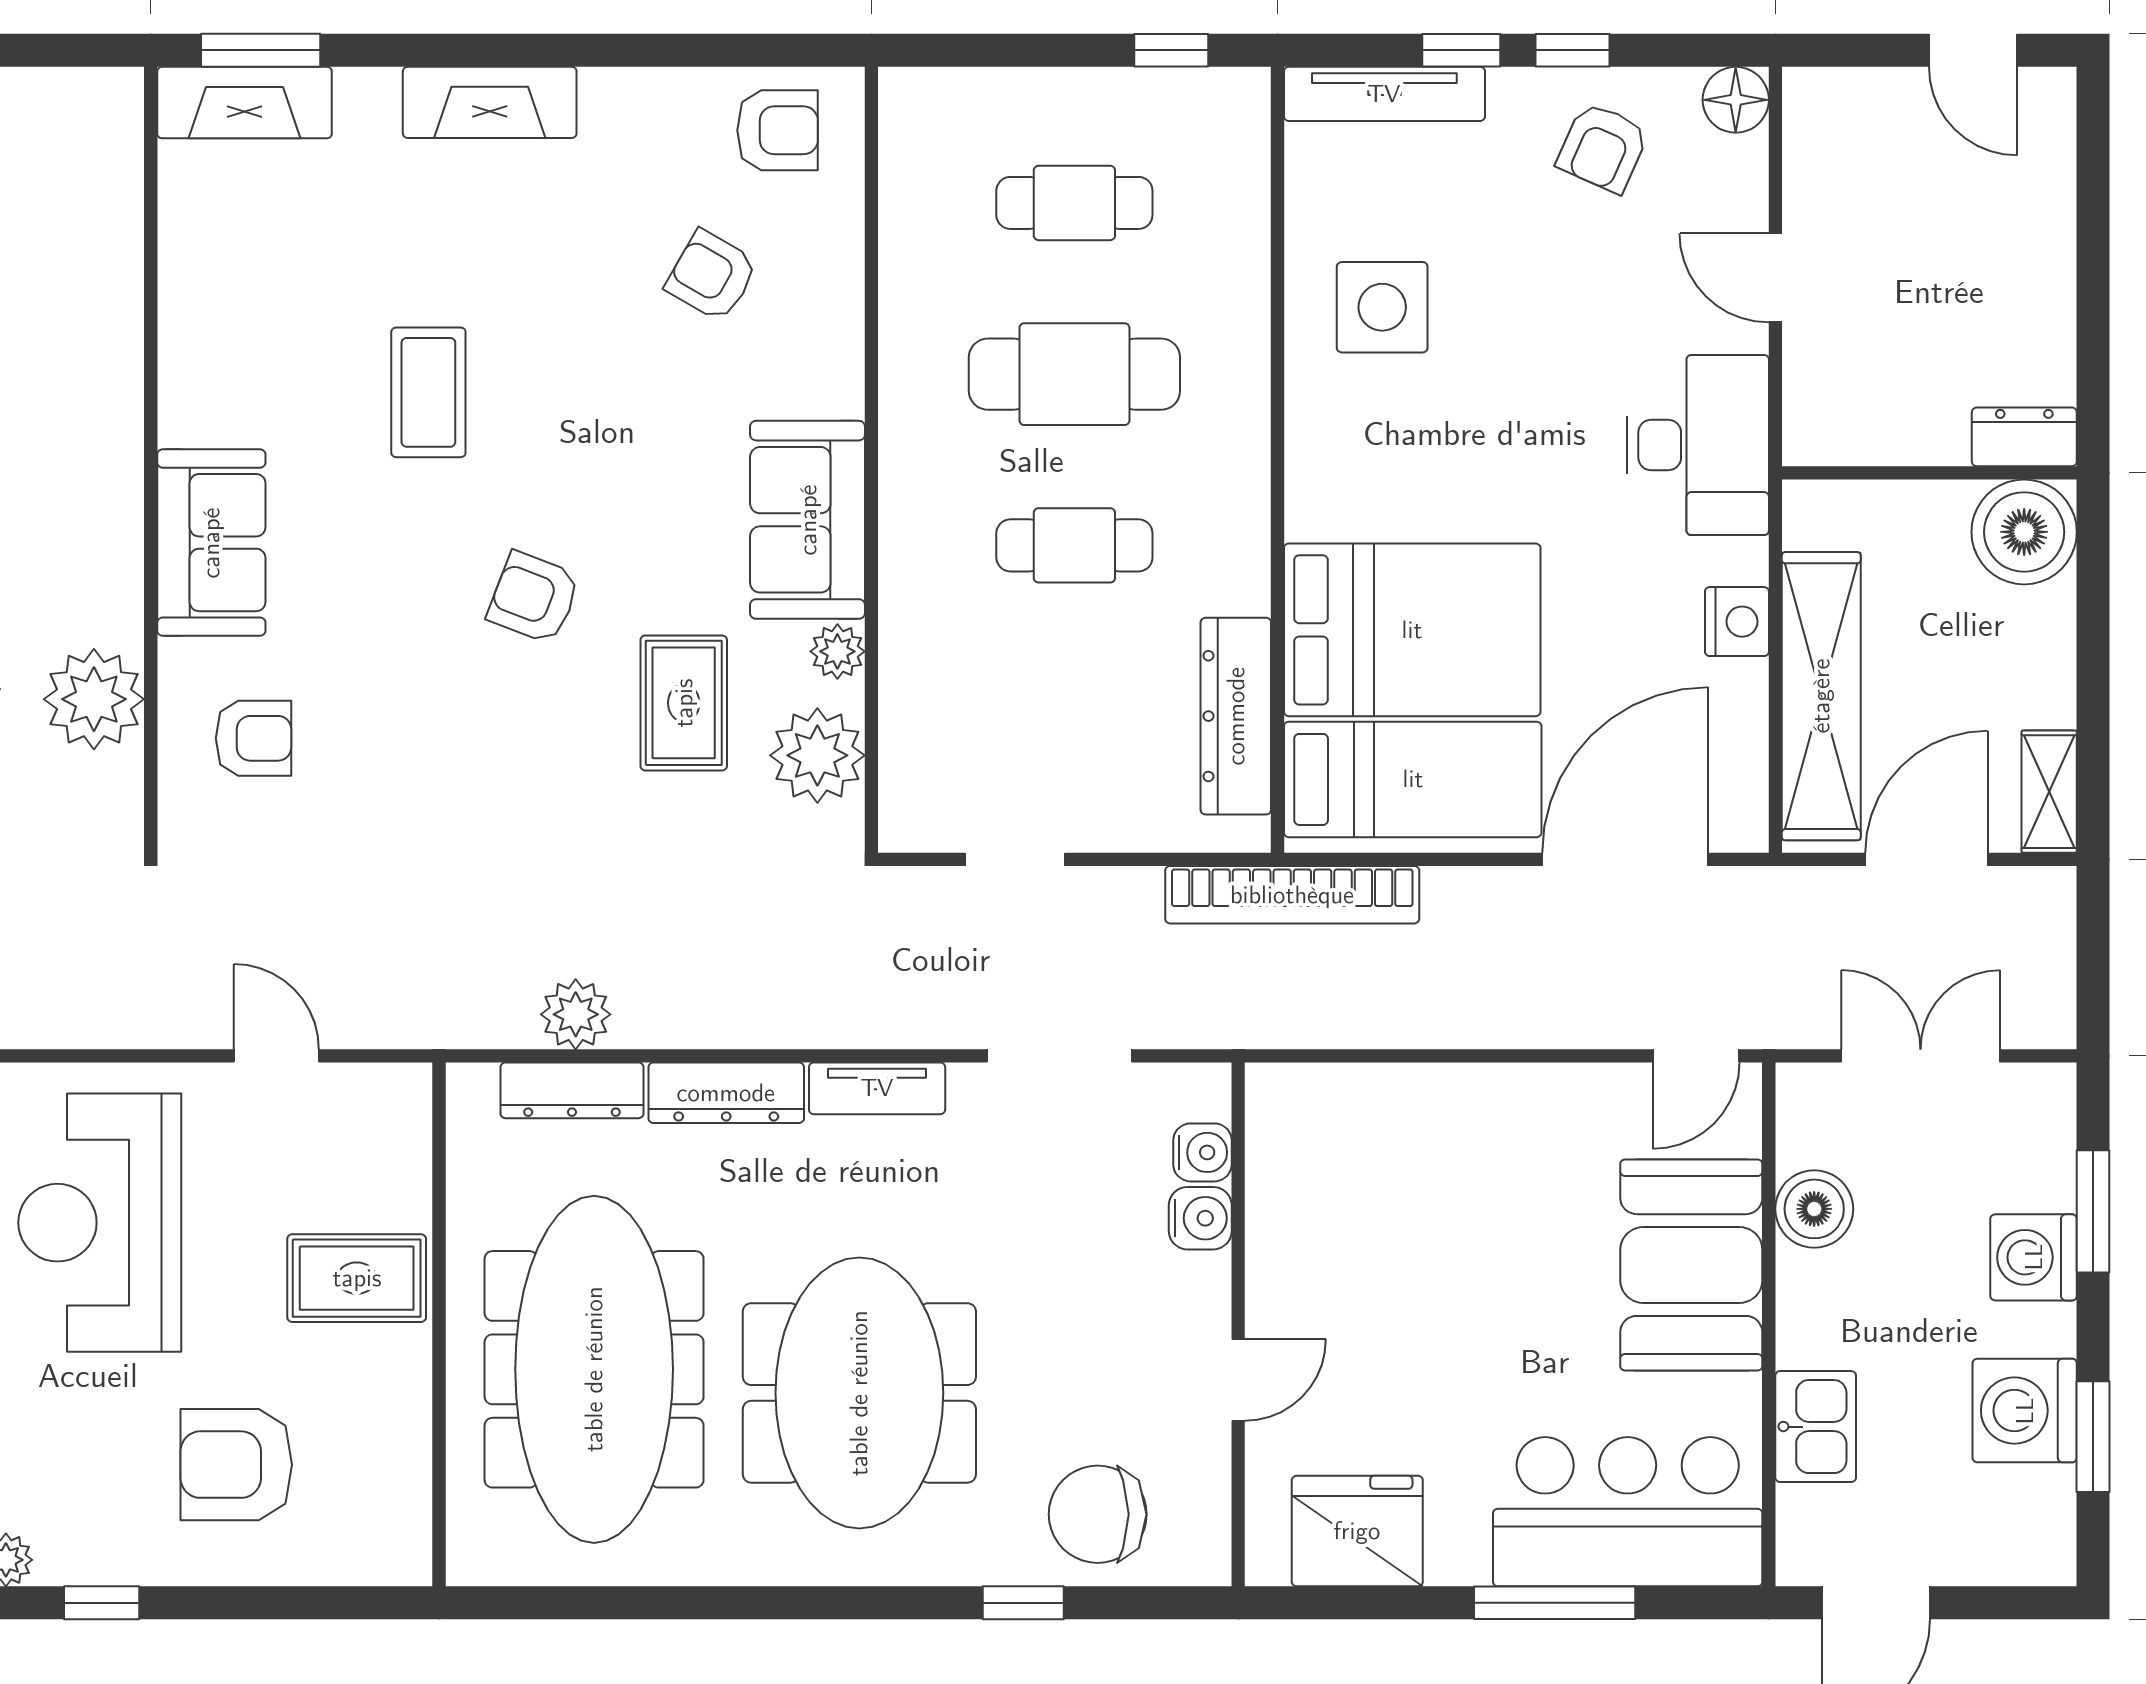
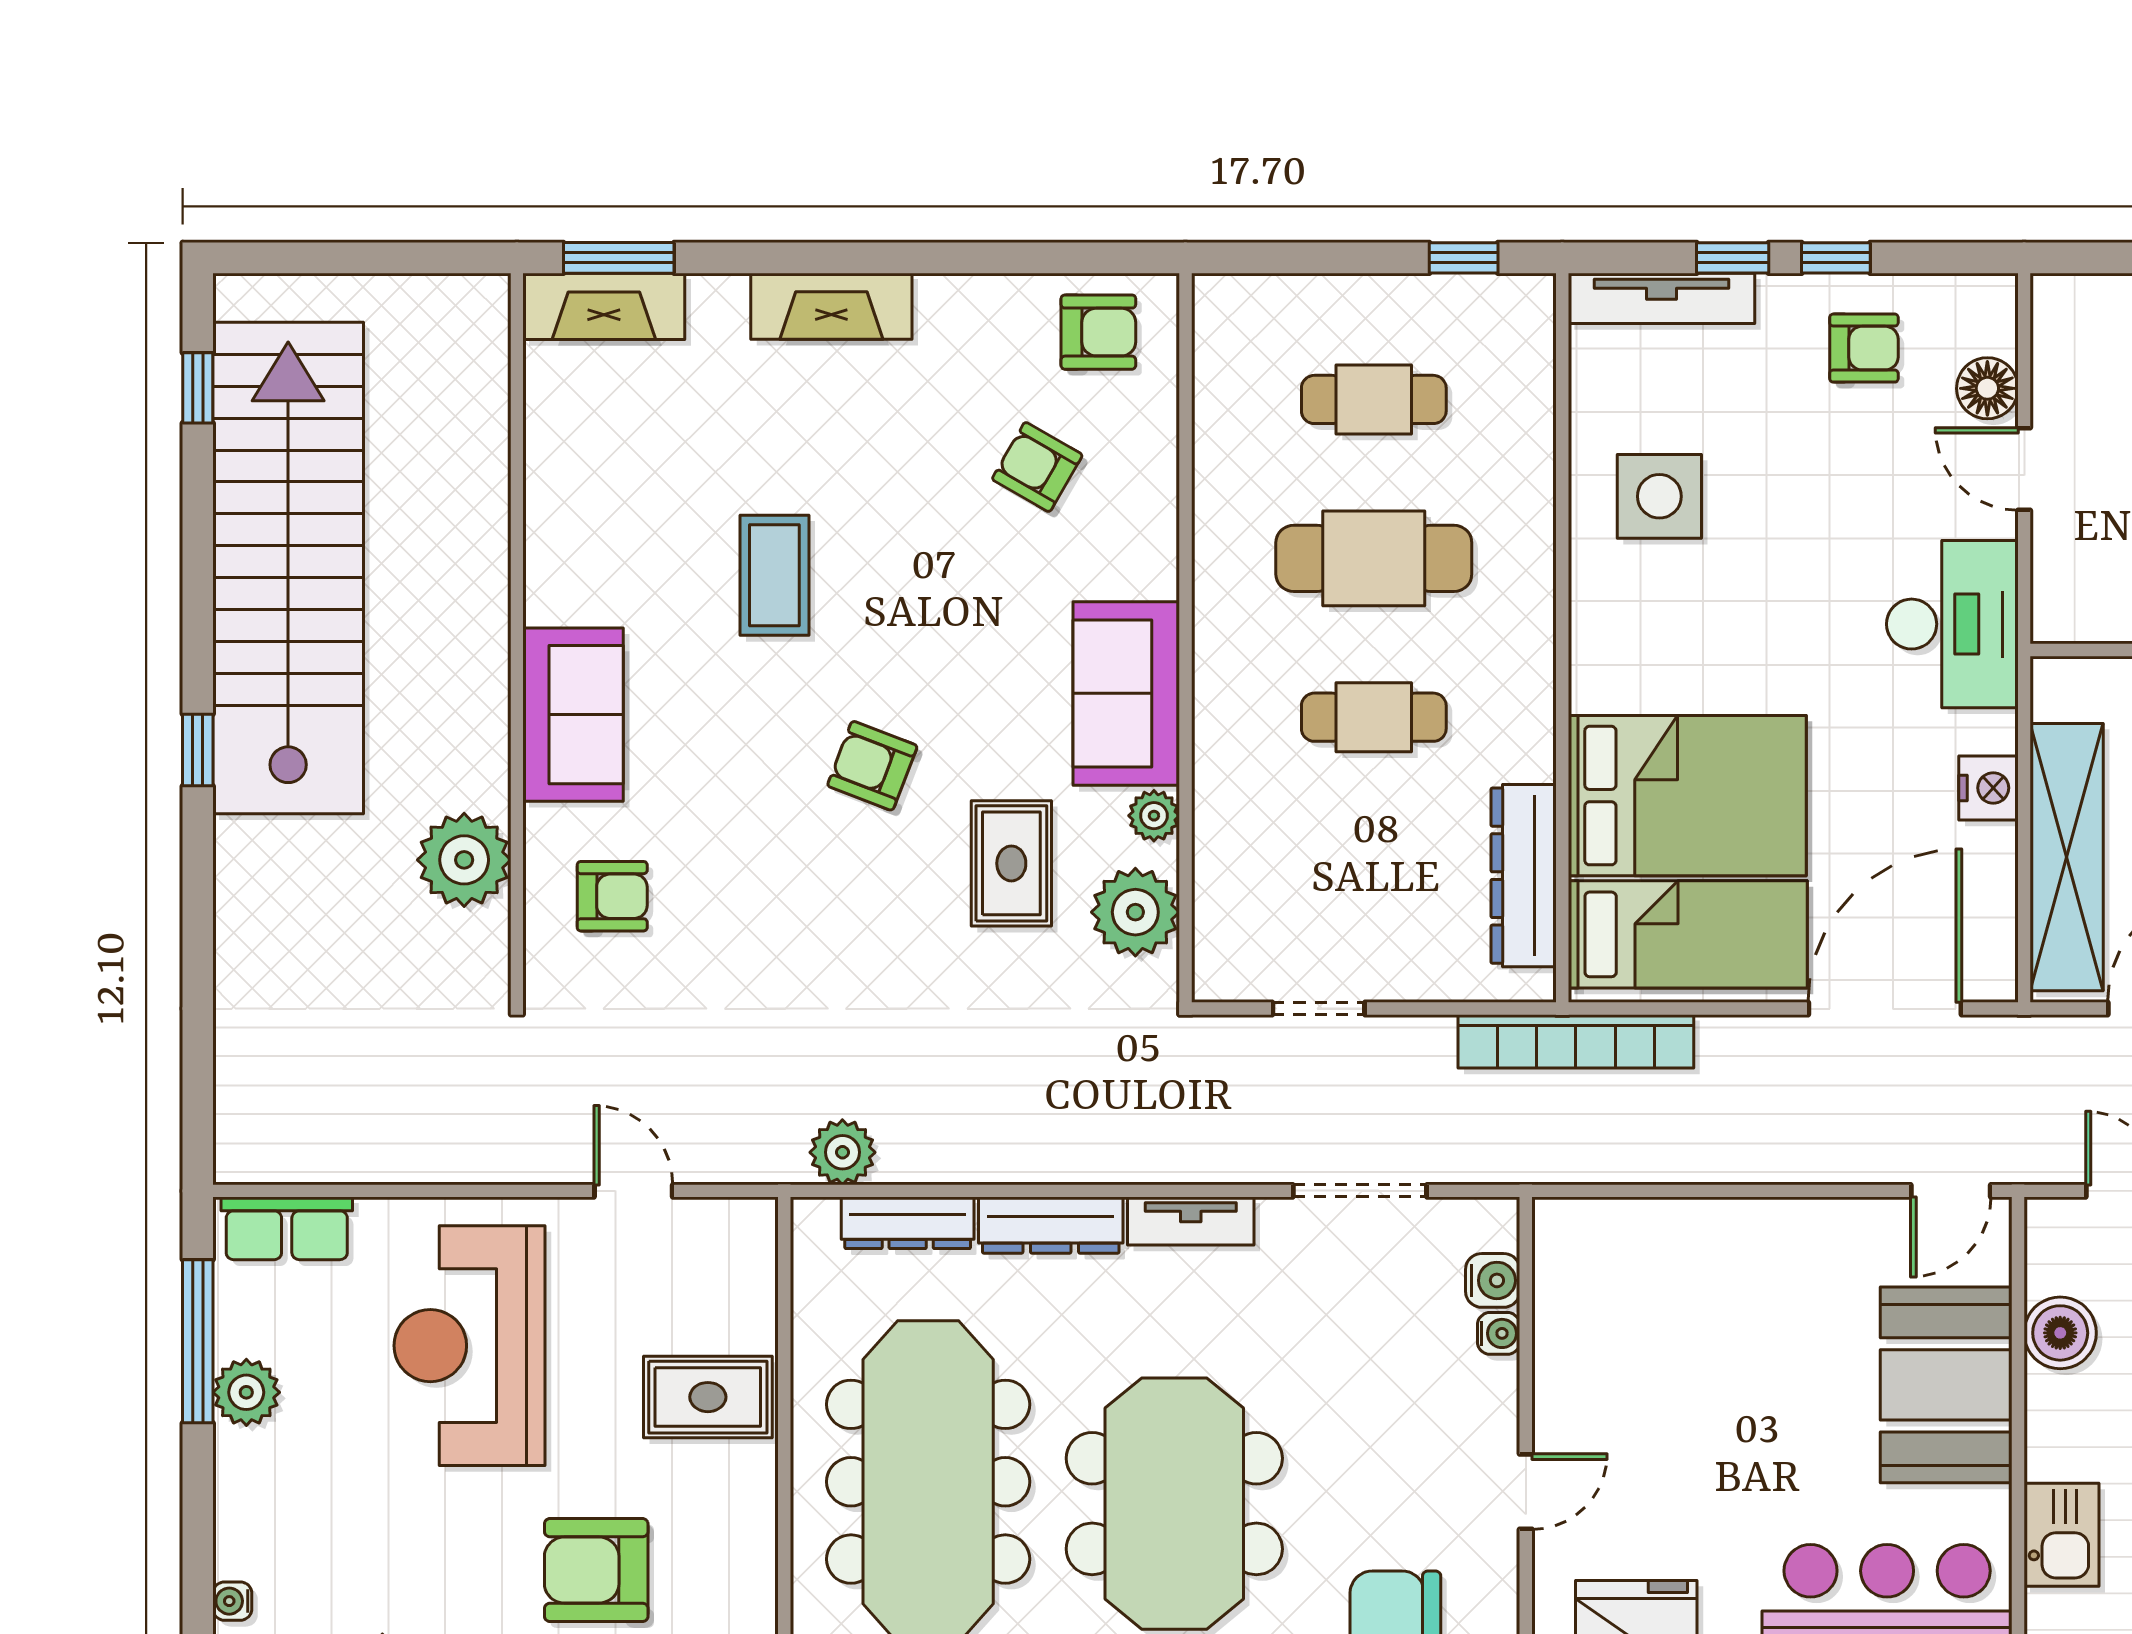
floor lamp: (1736, 100) -> (1987, 388), moved
armchair: (1603, 147) -> (1864, 348), turned -114
plant: (576, 1014) -> (842, 1152), moved
water cooler: (1200, 1218) -> (1499, 1333), width x0.72, depth x0.72

